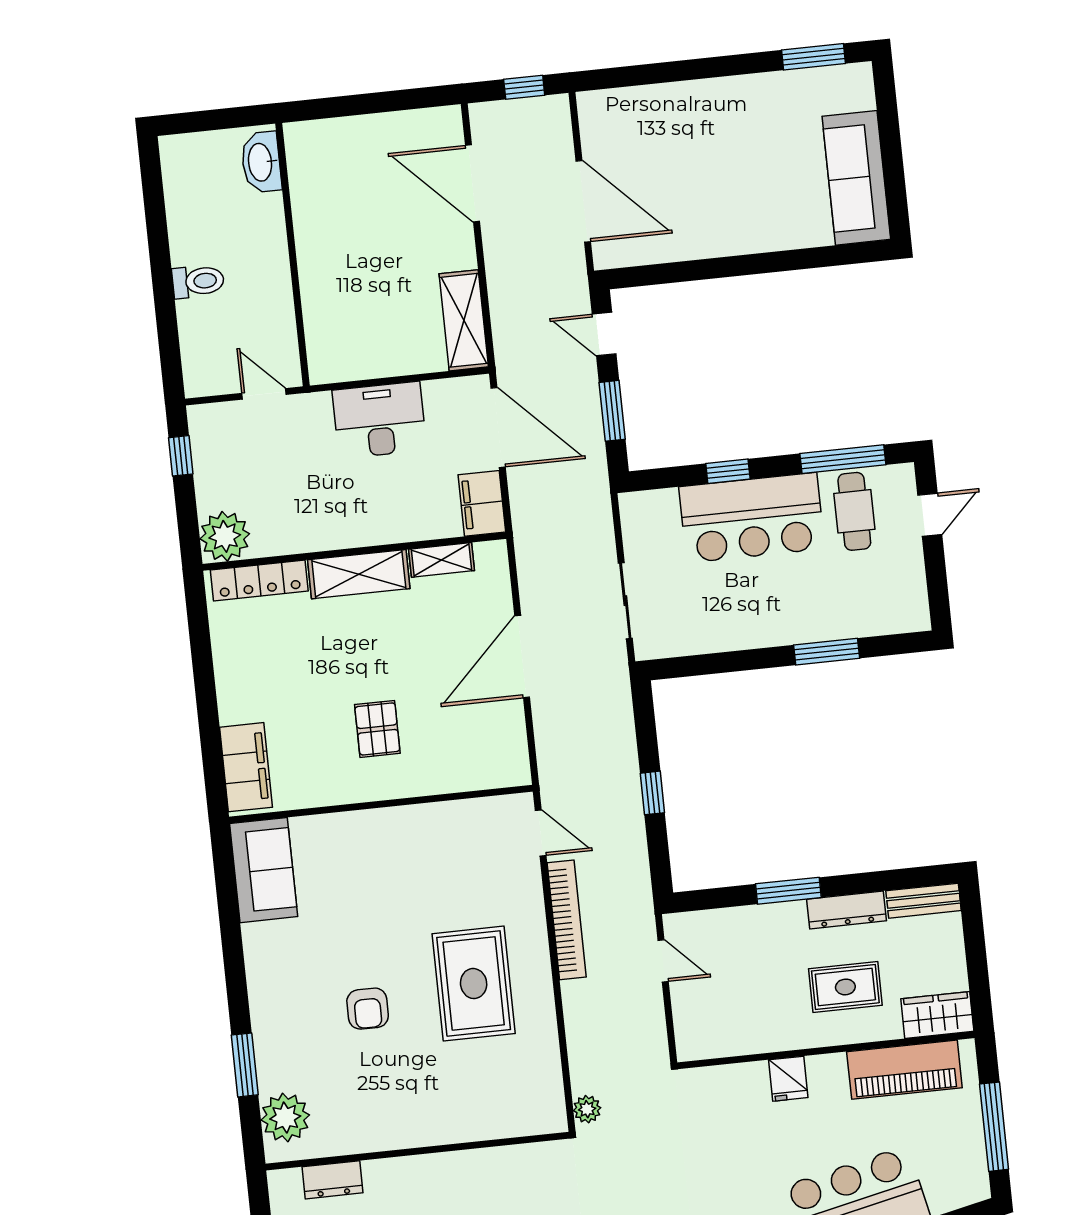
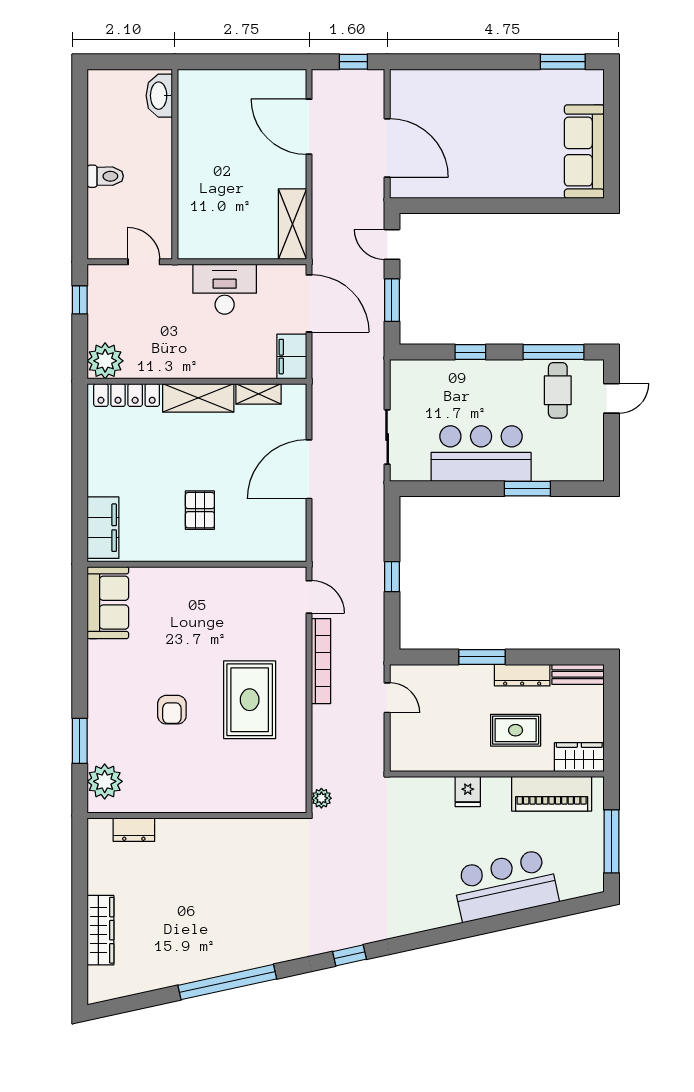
bar counter: (752, 518) -> (481, 454), moved, turned 180

